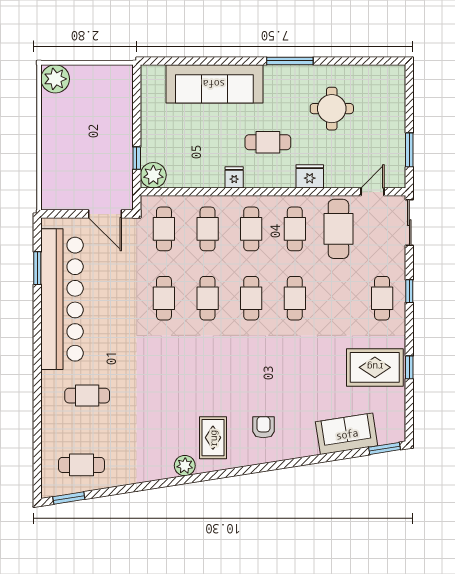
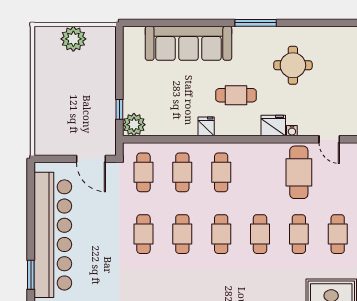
plant: (55, 79) -> (73, 39), moved
water cooler: (331, 182) -> (292, 131), added
door: (373, 192) -> (329, 139), swing flipped
cafe table: (295, 229) -> (299, 234), moved
window: (37, 268) -> (31, 275), moved

